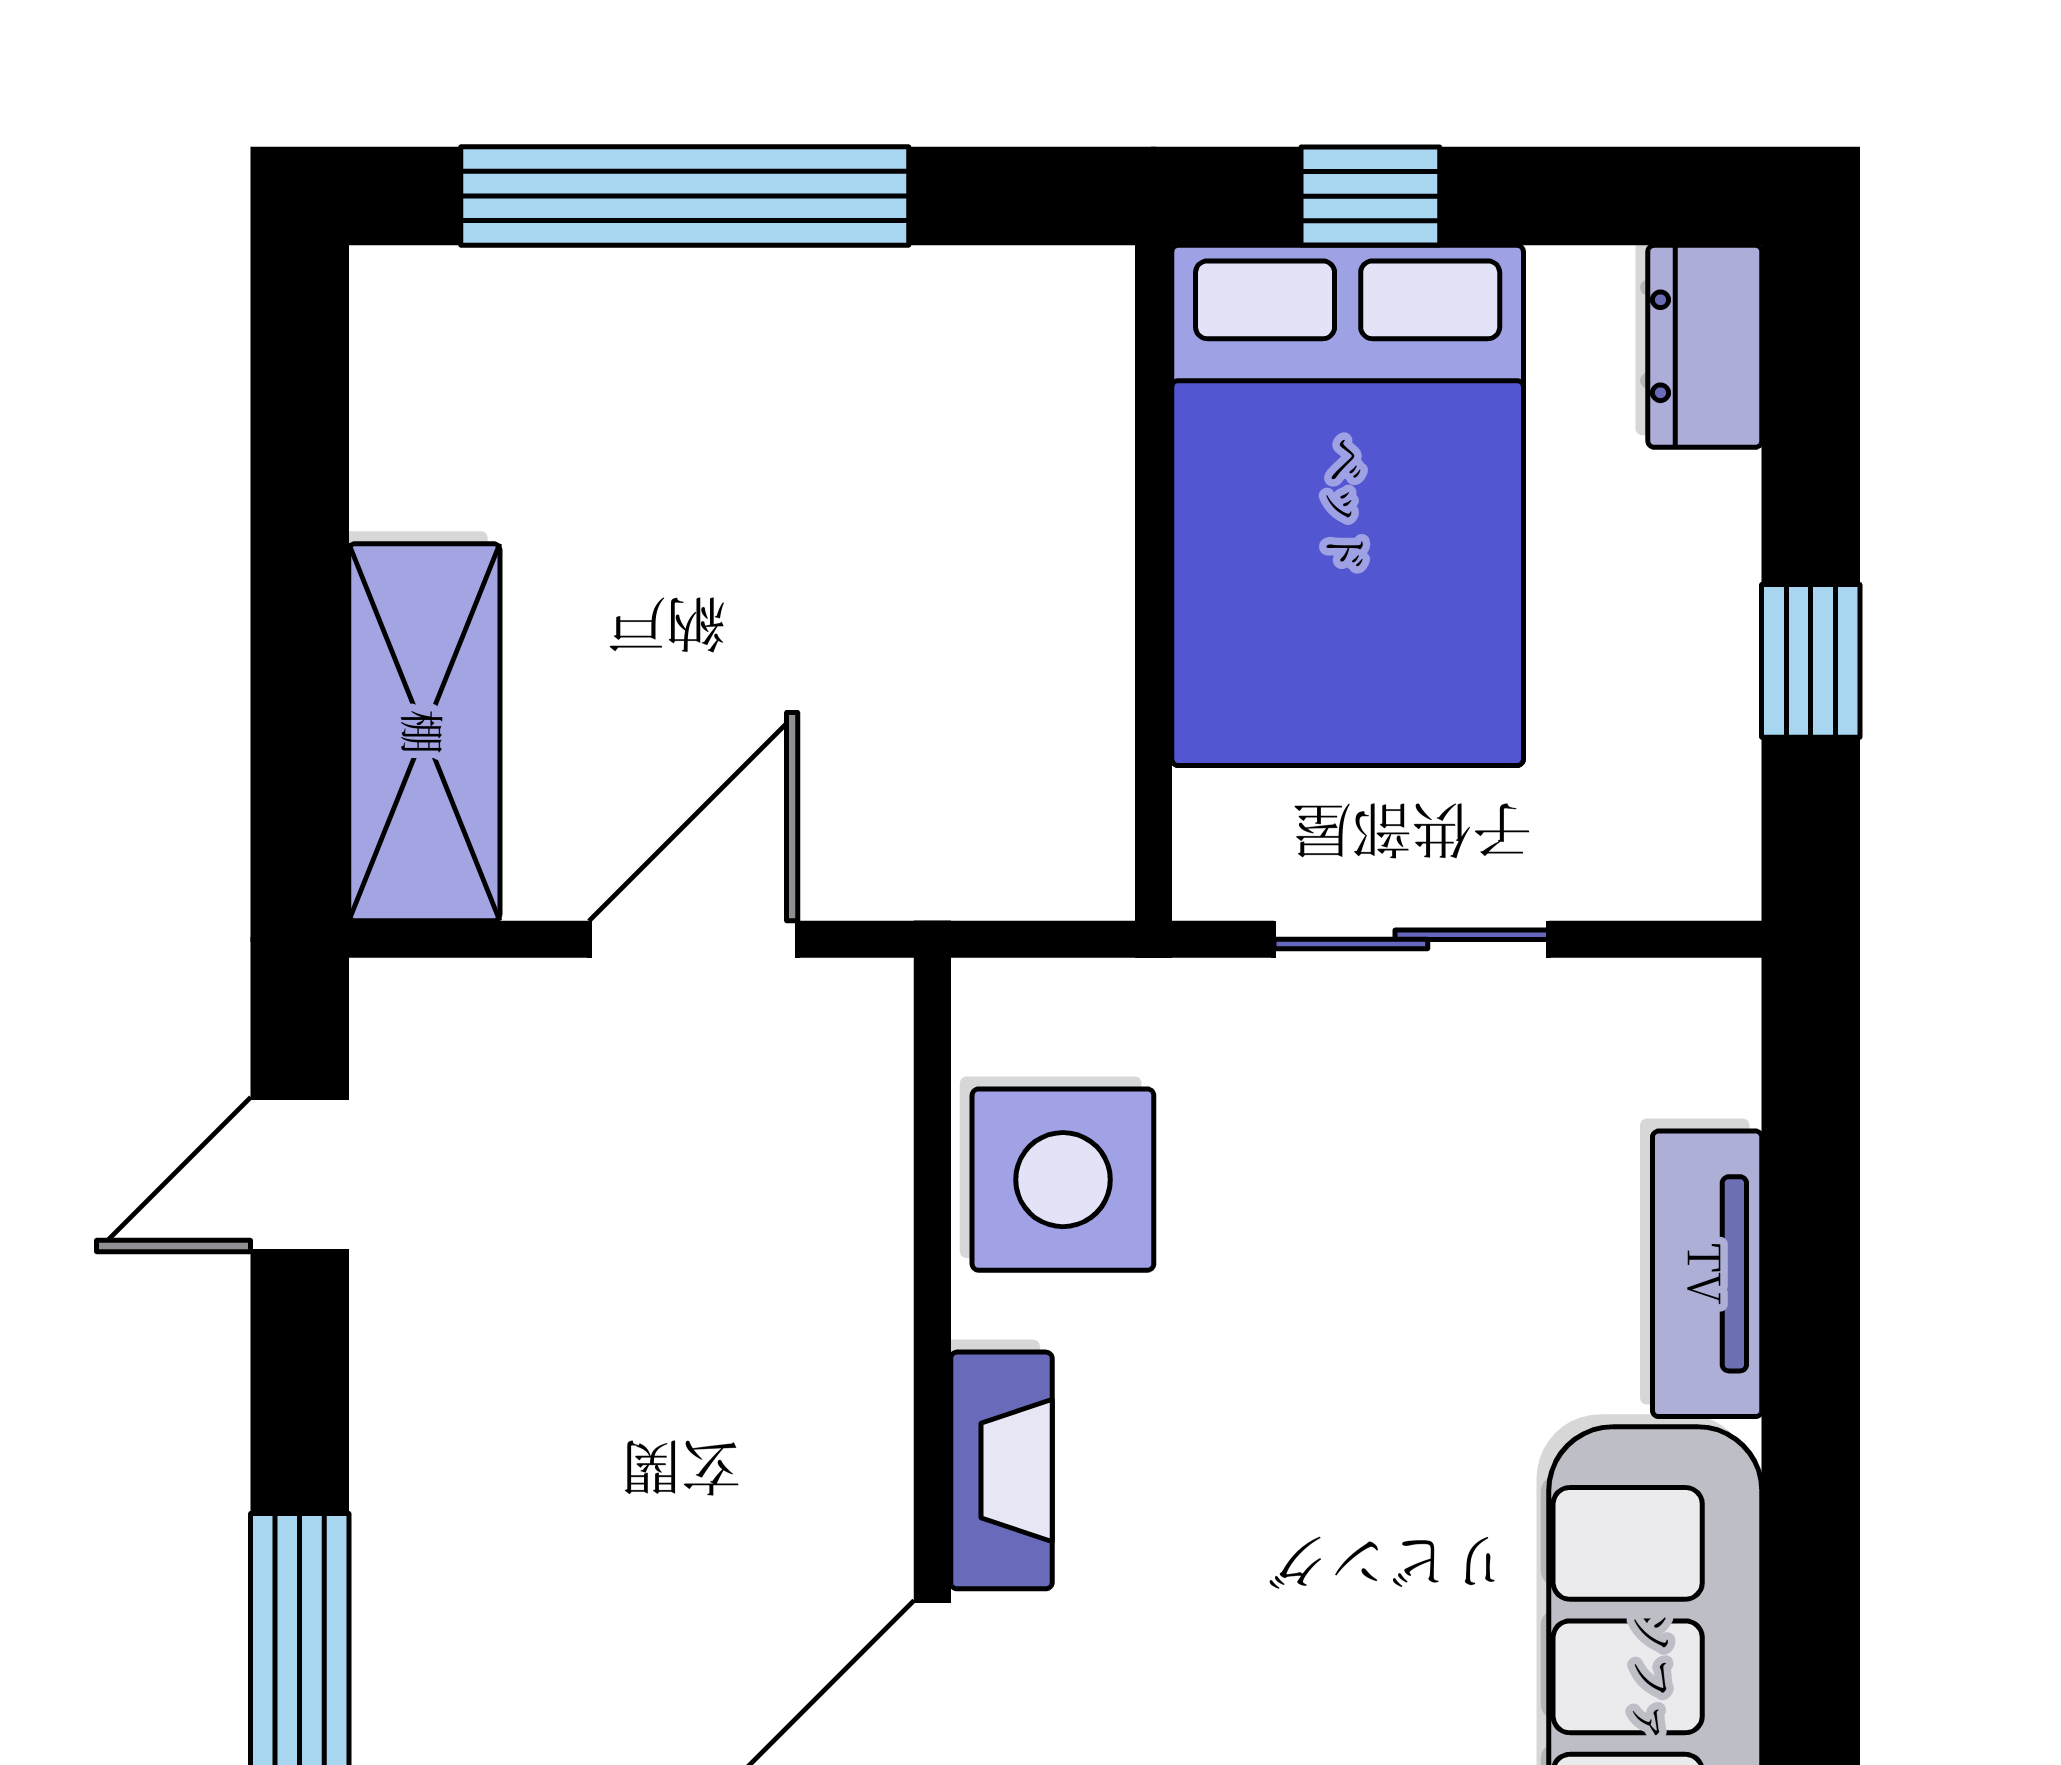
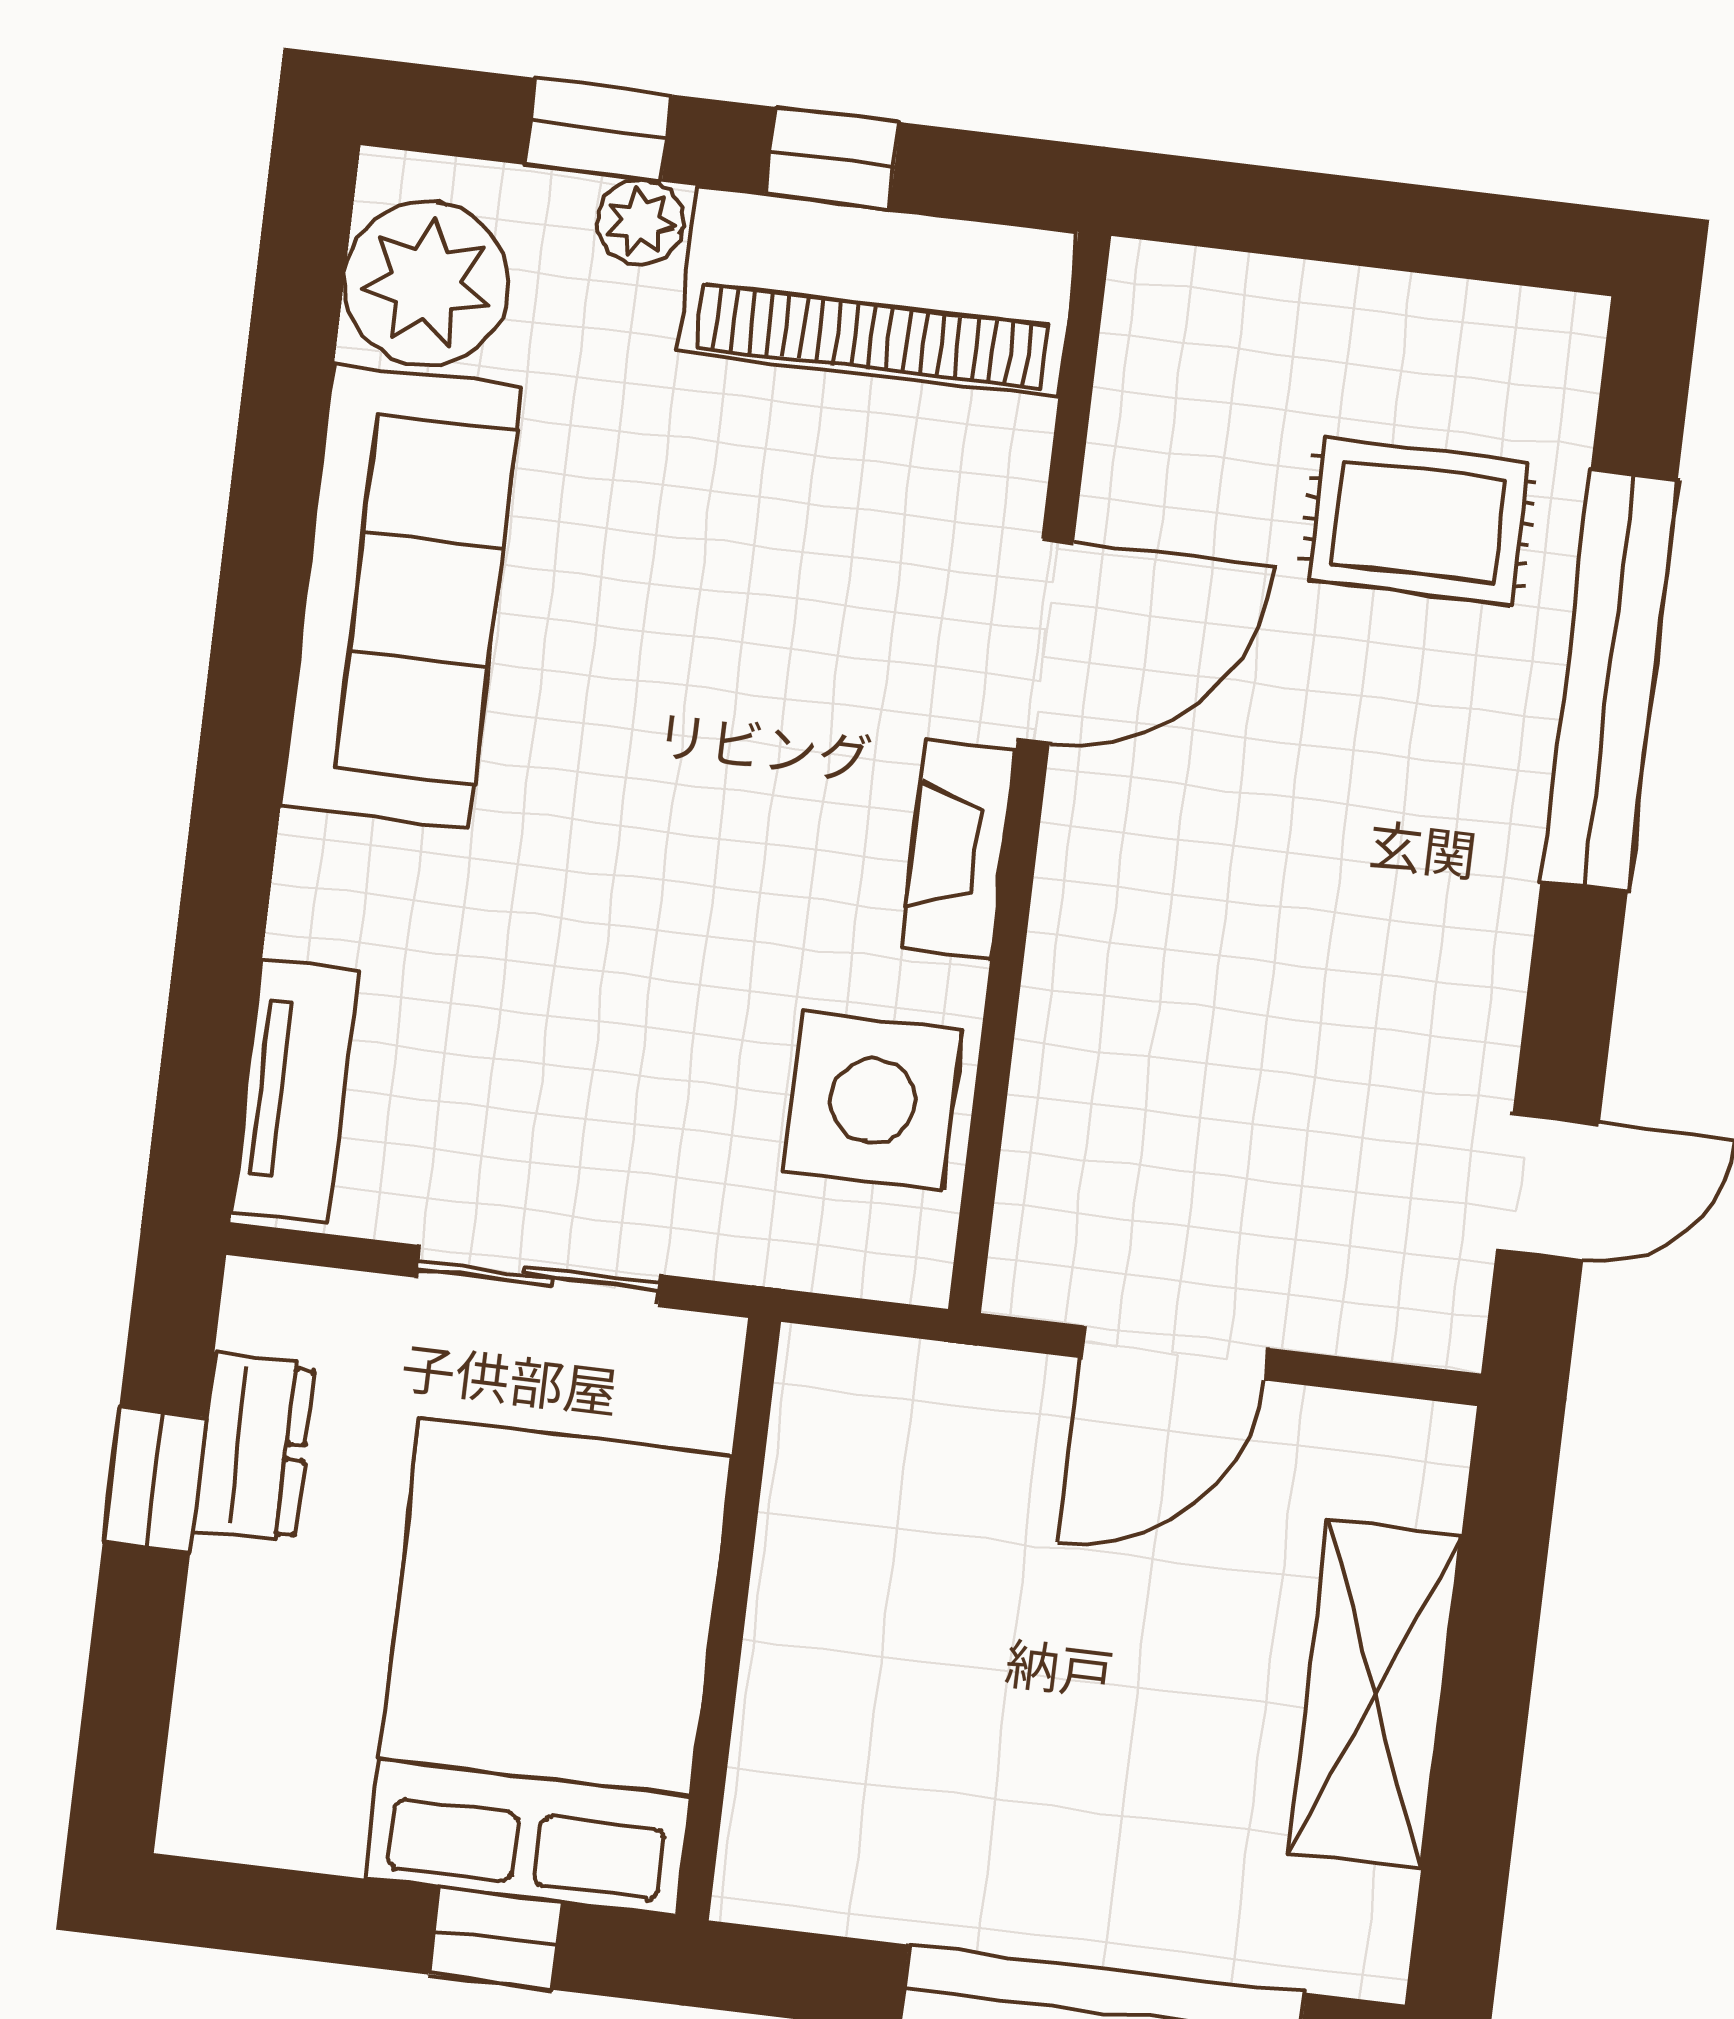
dresser: (1705, 346) -> (254, 1448), moved
shelving: (424, 732) -> (1374, 1695), moved
tv unit: (1707, 1274) -> (295, 1091), moved

